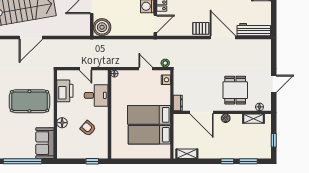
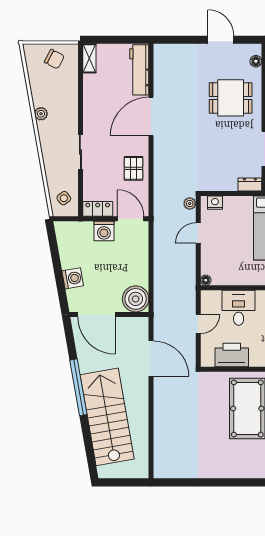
pallet: (201, 28) -> (133, 168), moved
door: (31, 37) -> (151, 359), moved

